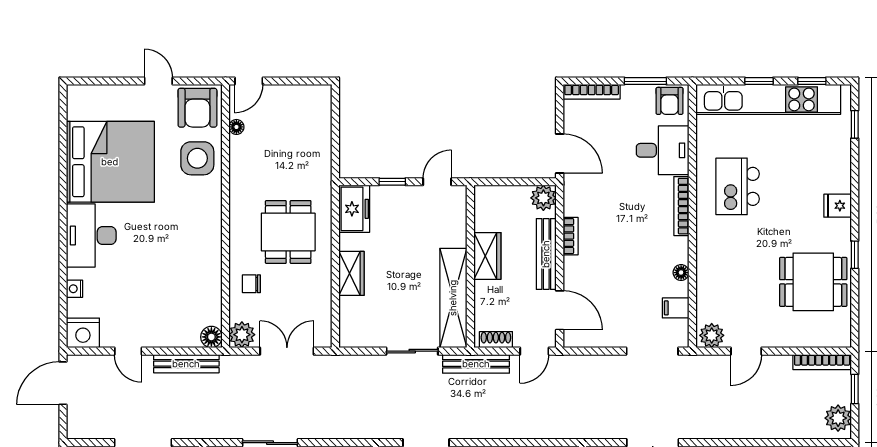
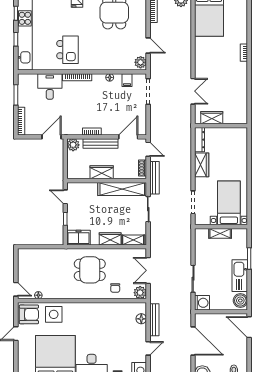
armchair: (670, 101) -> (26, 83), removed
kitchen island: (738, 186) -> (67, 50), turned -90
shelving: (349, 320) -> (133, 240), added
floor lamp: (211, 337) -> (141, 319), moved

